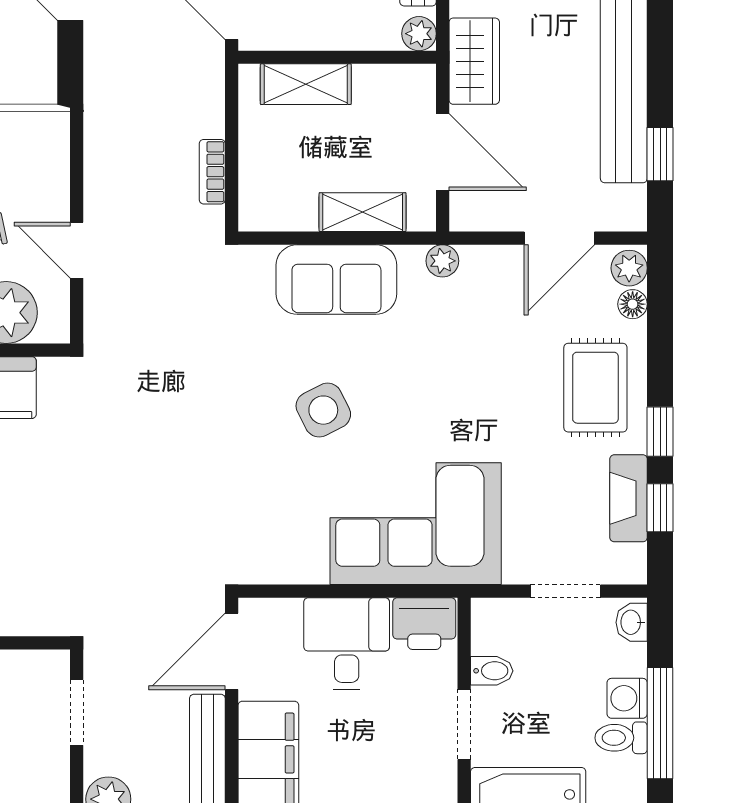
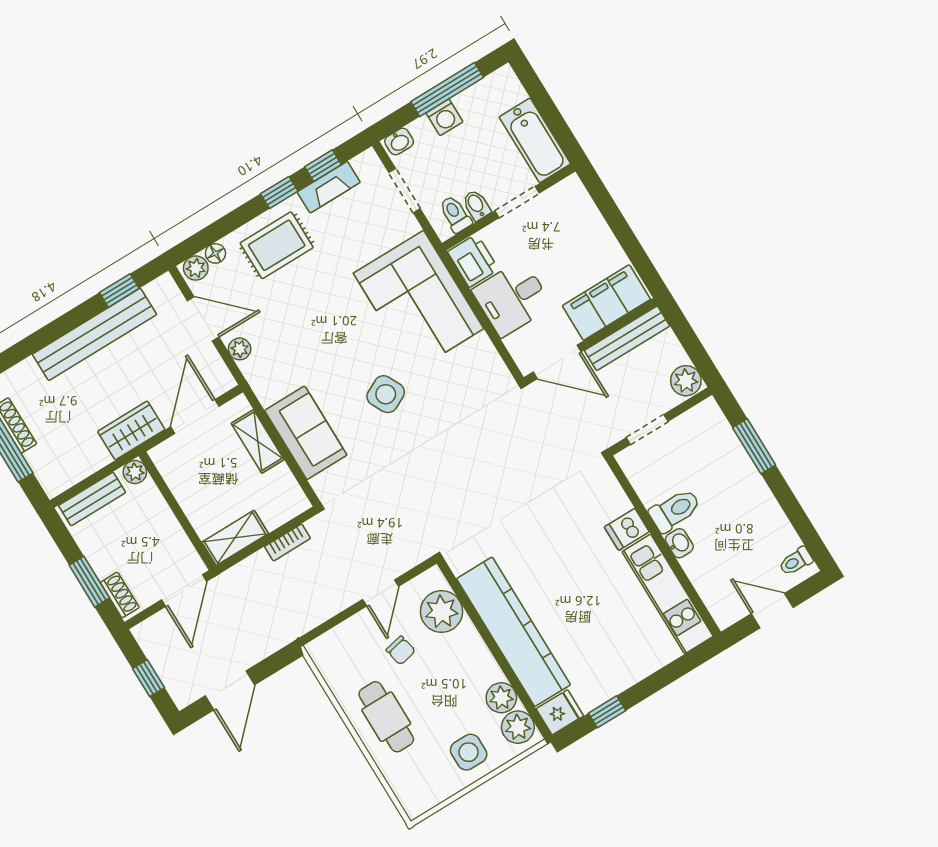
shelving: (306, 84) -> (235, 538), moved, turned 90
plant: (442, 261) -> (240, 349), moved
toilet: (621, 738) -> (455, 214), moved, turned 180

